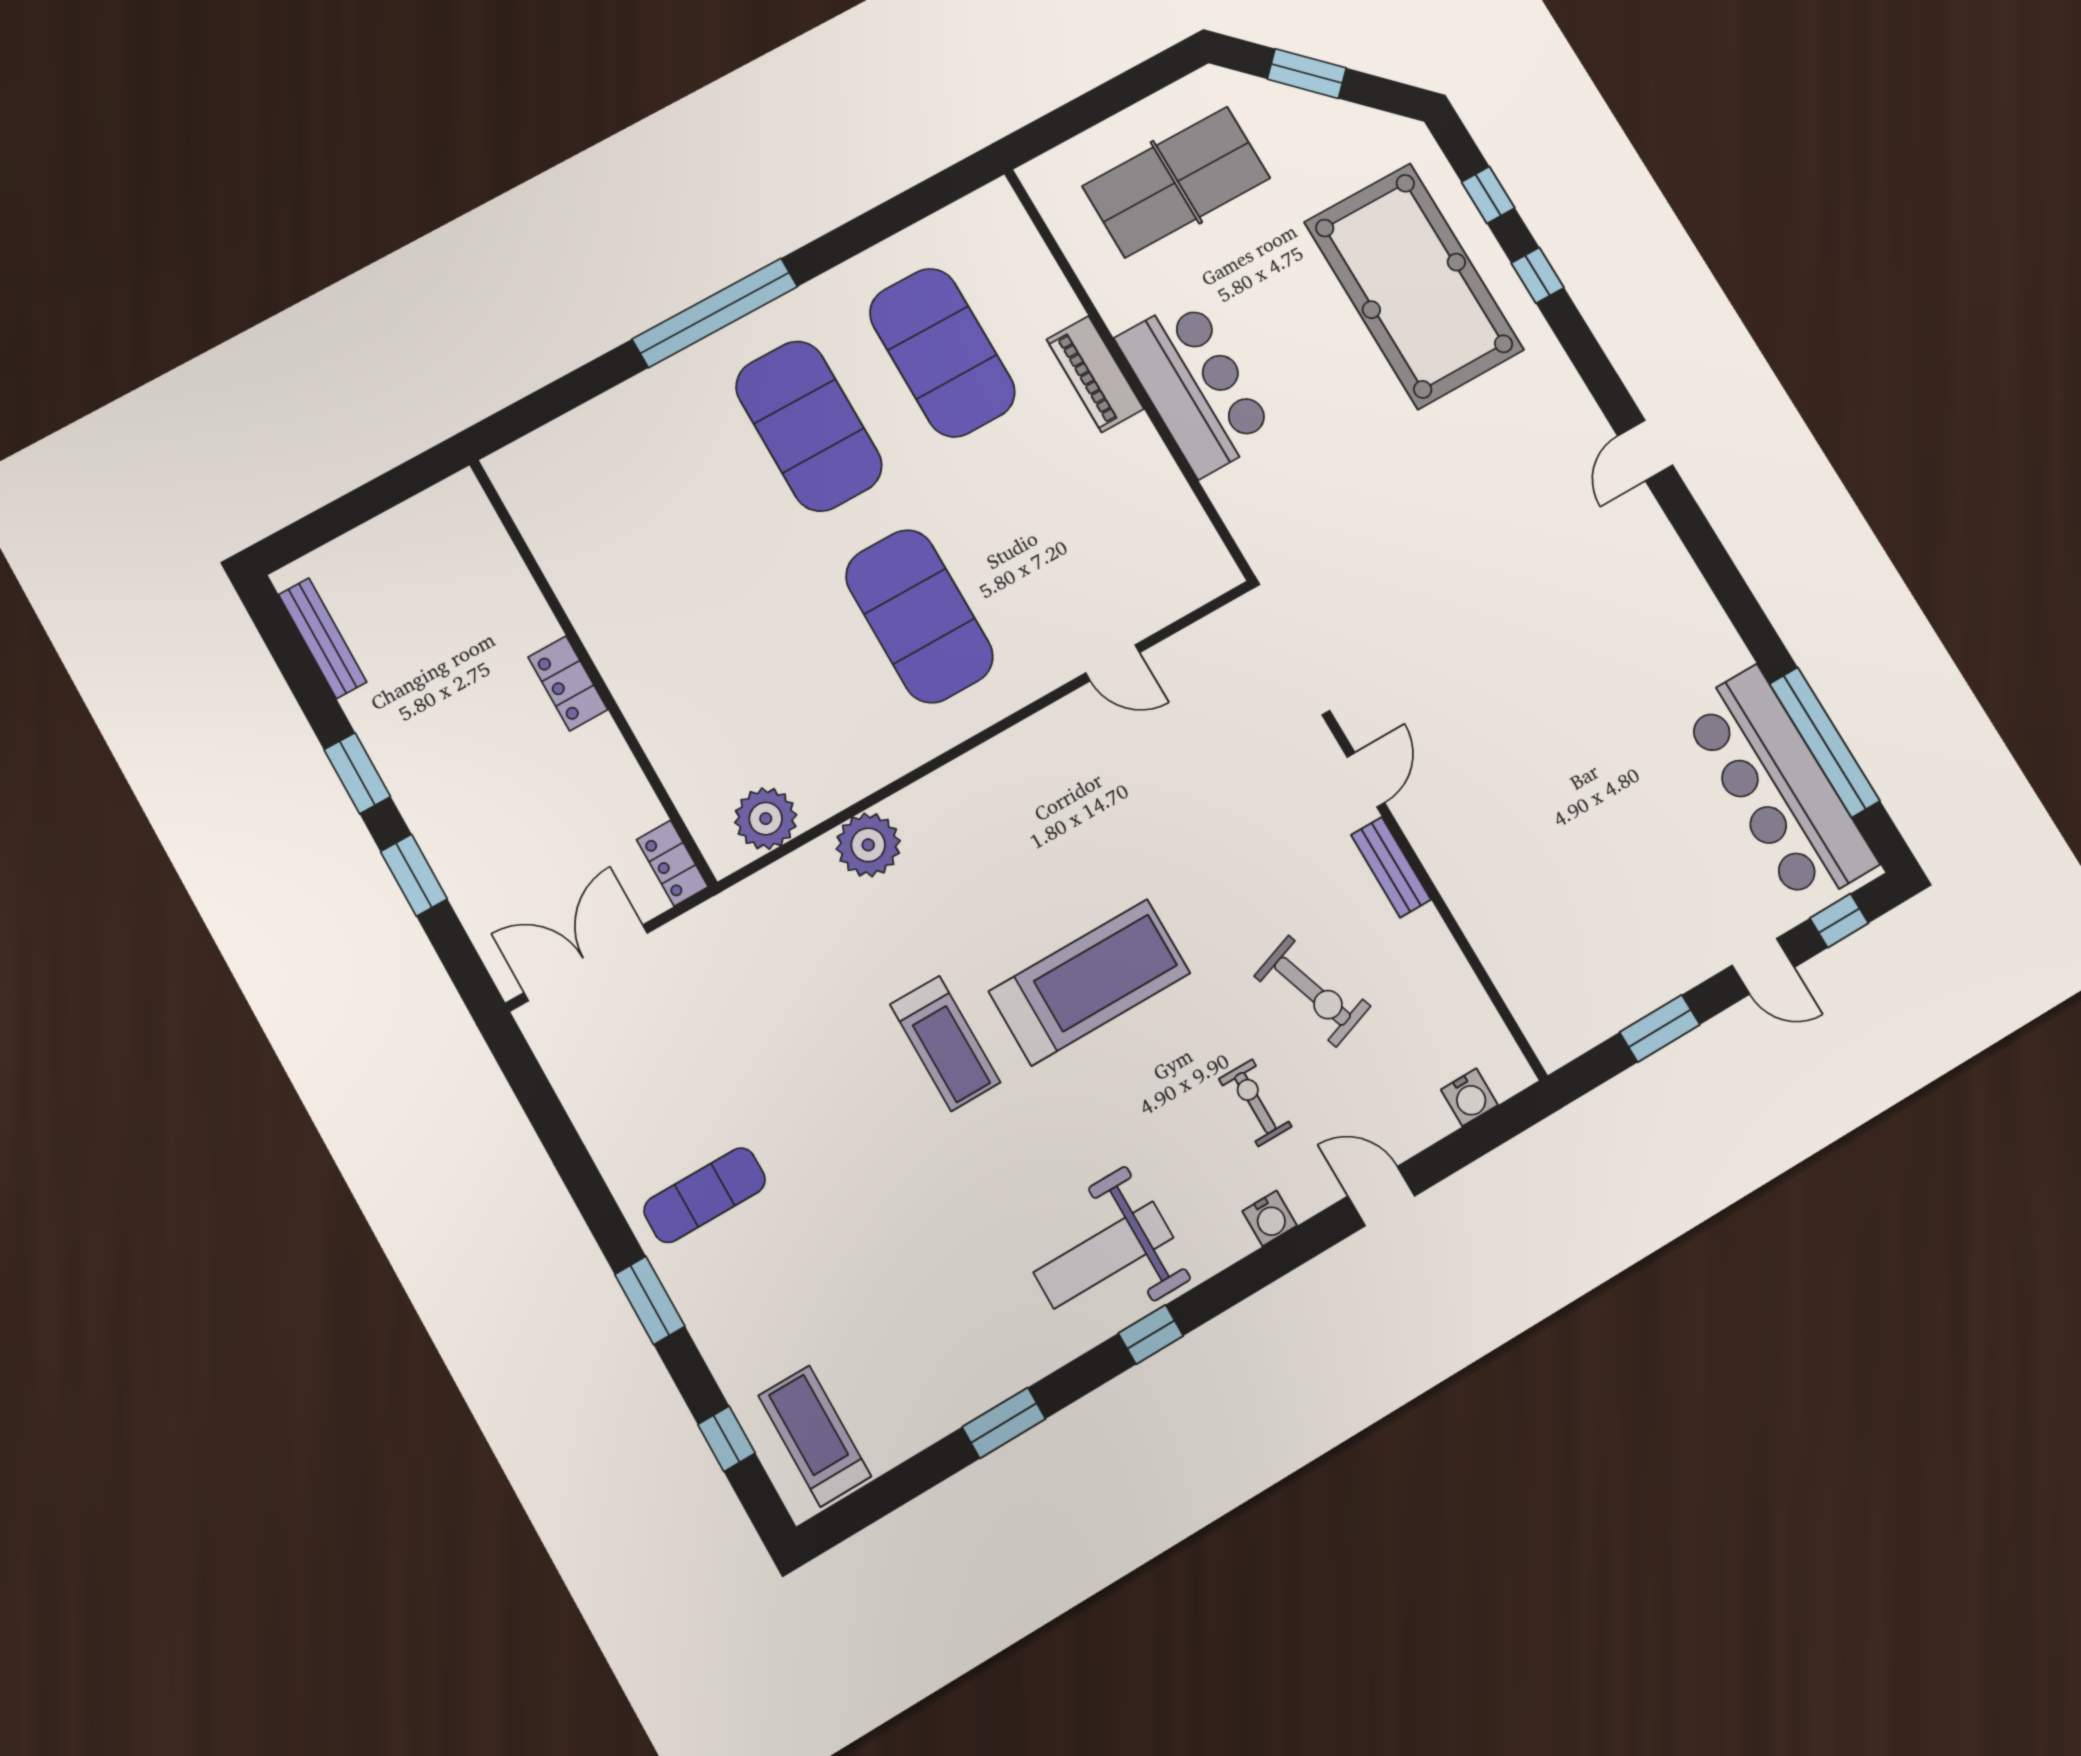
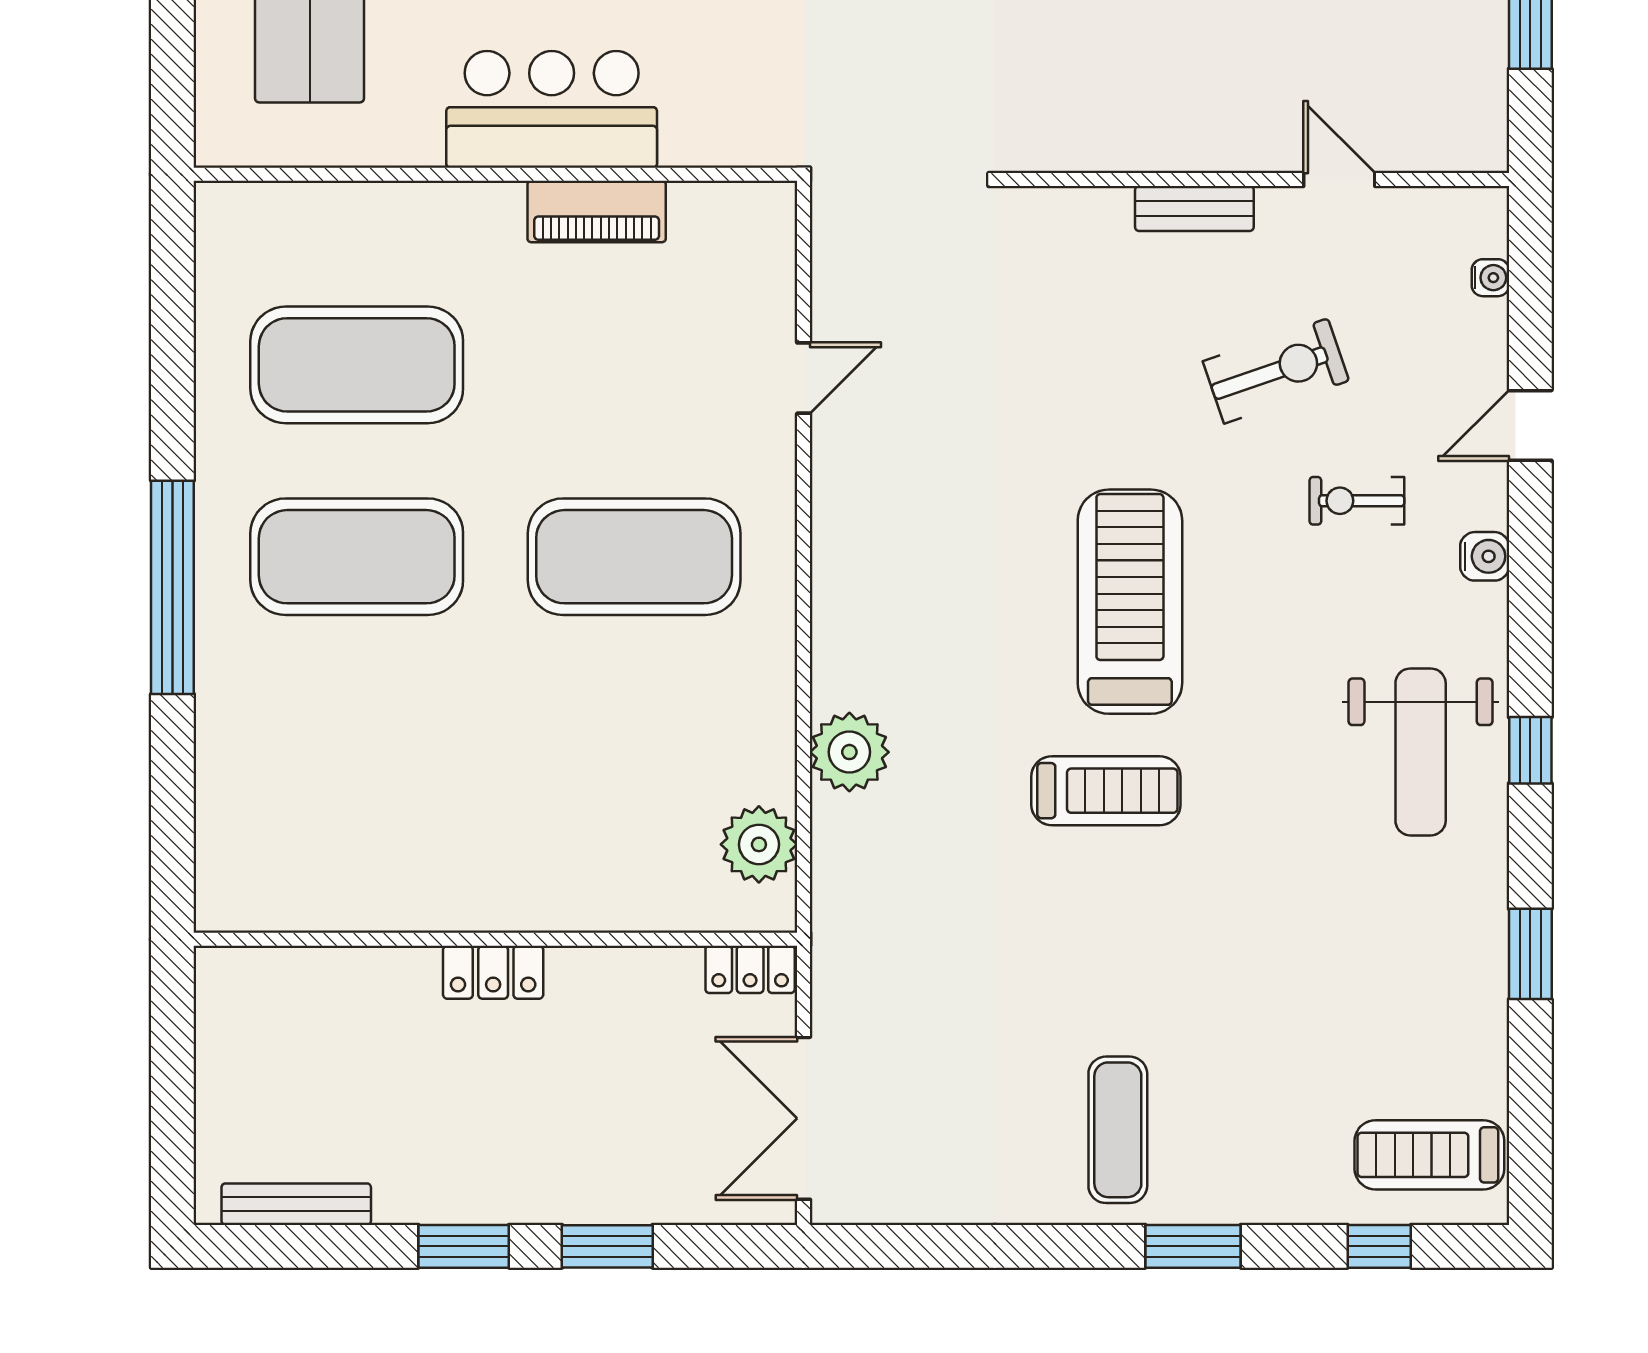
piano: (1095, 374) -> (597, 212), moved
door: (1366, 780) -> (1339, 180), moved
water cooler: (1469, 1097) -> (1490, 278), width x0.72, depth x0.72

